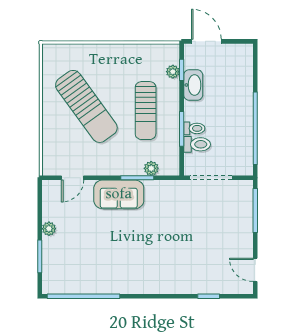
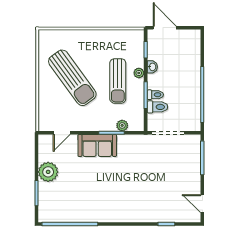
plant: (173, 72) -> (139, 73), moved
washbasin: (193, 85) -> (152, 67), width x0.52, depth x0.69
plant: (49, 229) -> (48, 172), width x1.87, depth x1.87

